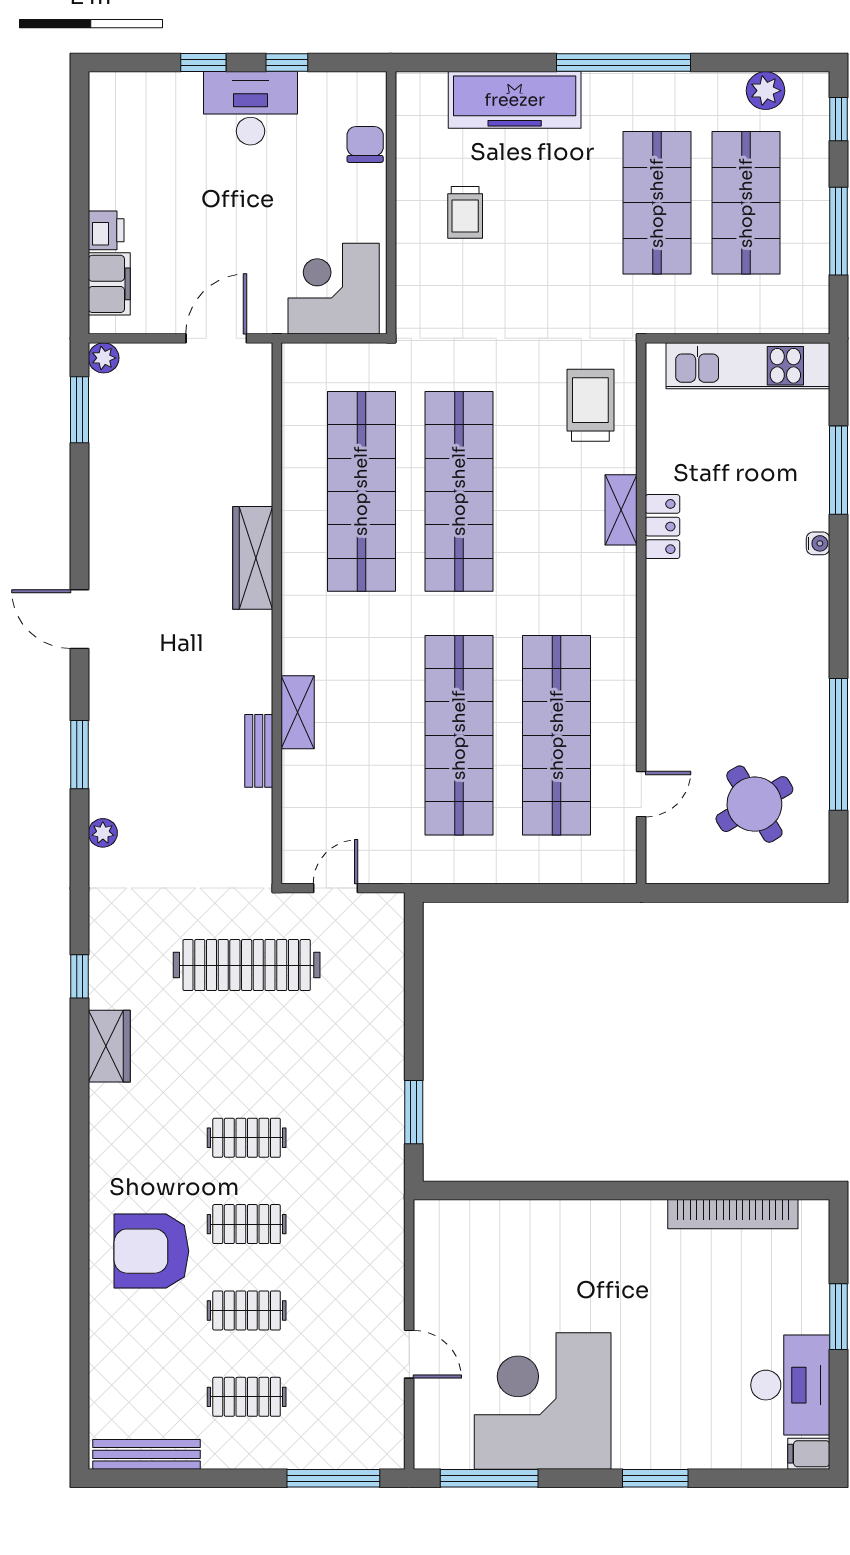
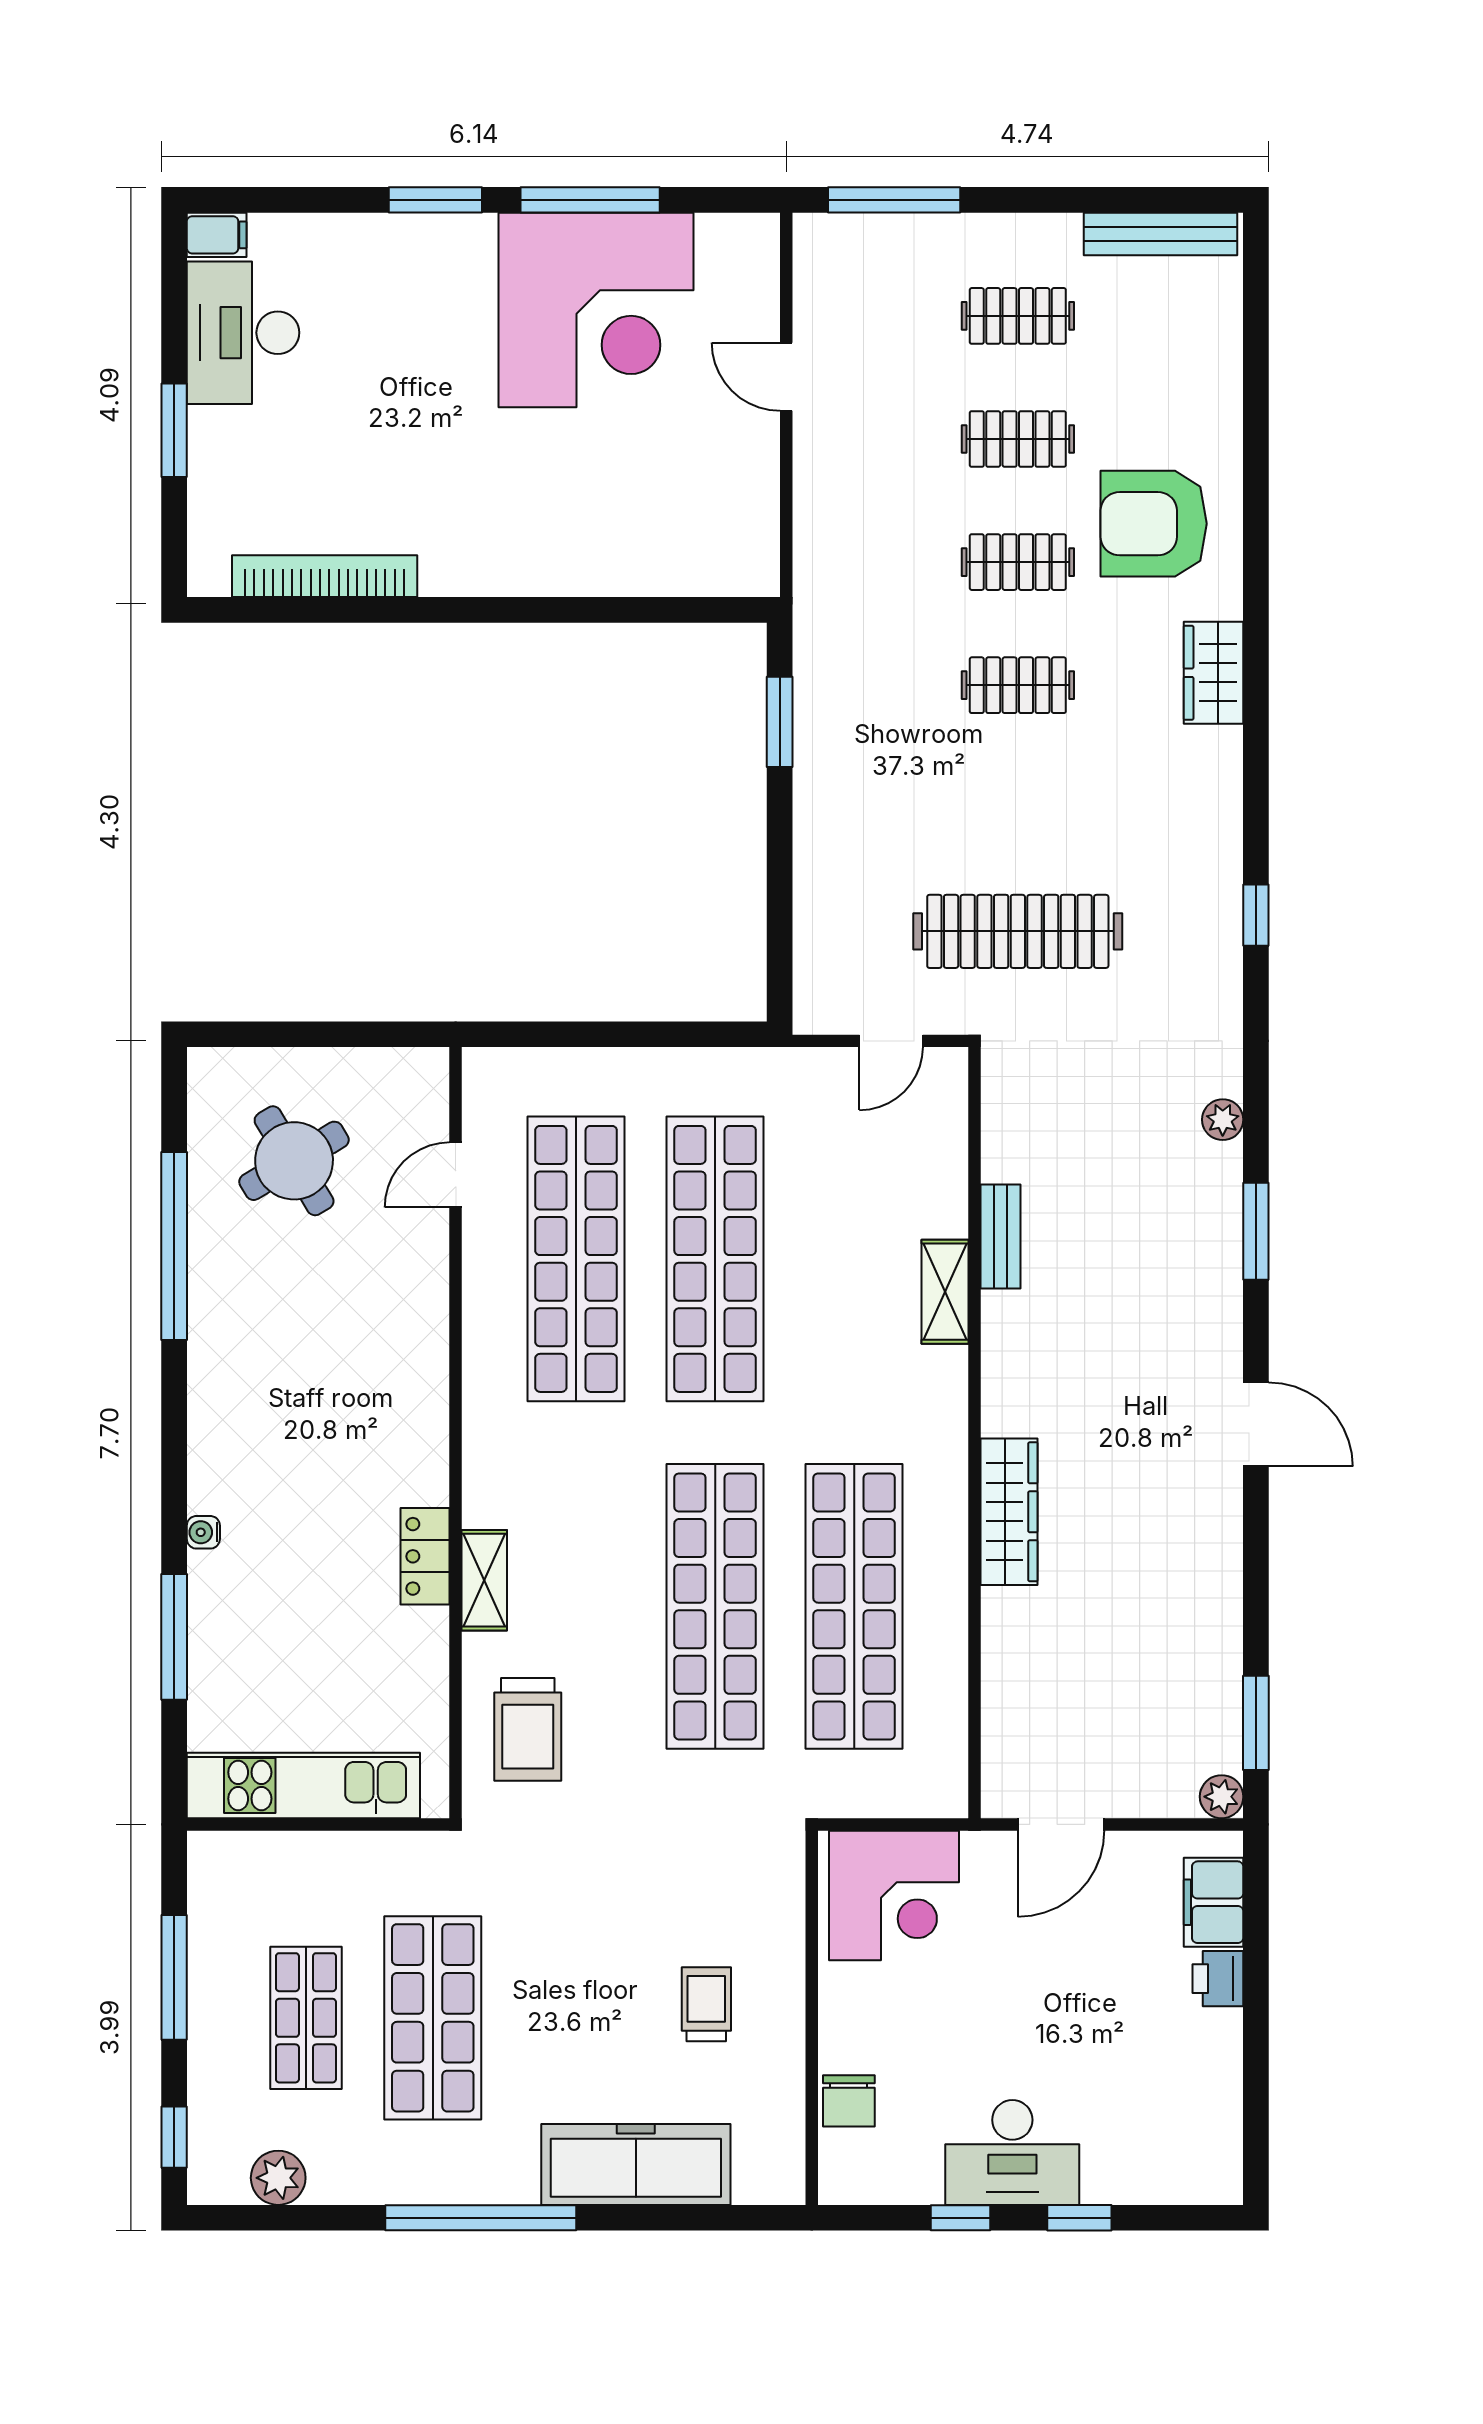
shop shelf: (746, 203) -> (306, 2018), width x0.70, depth x0.74
wardrobe: (109, 1046) -> (1214, 673), moved
armchair: (151, 1251) -> (1154, 524), turned 180
window: (489, 1478) -> (590, 200), moved

